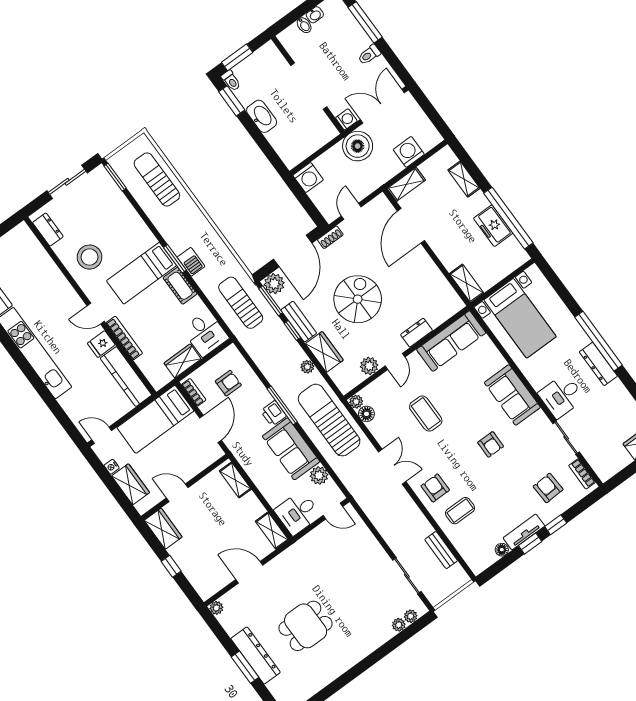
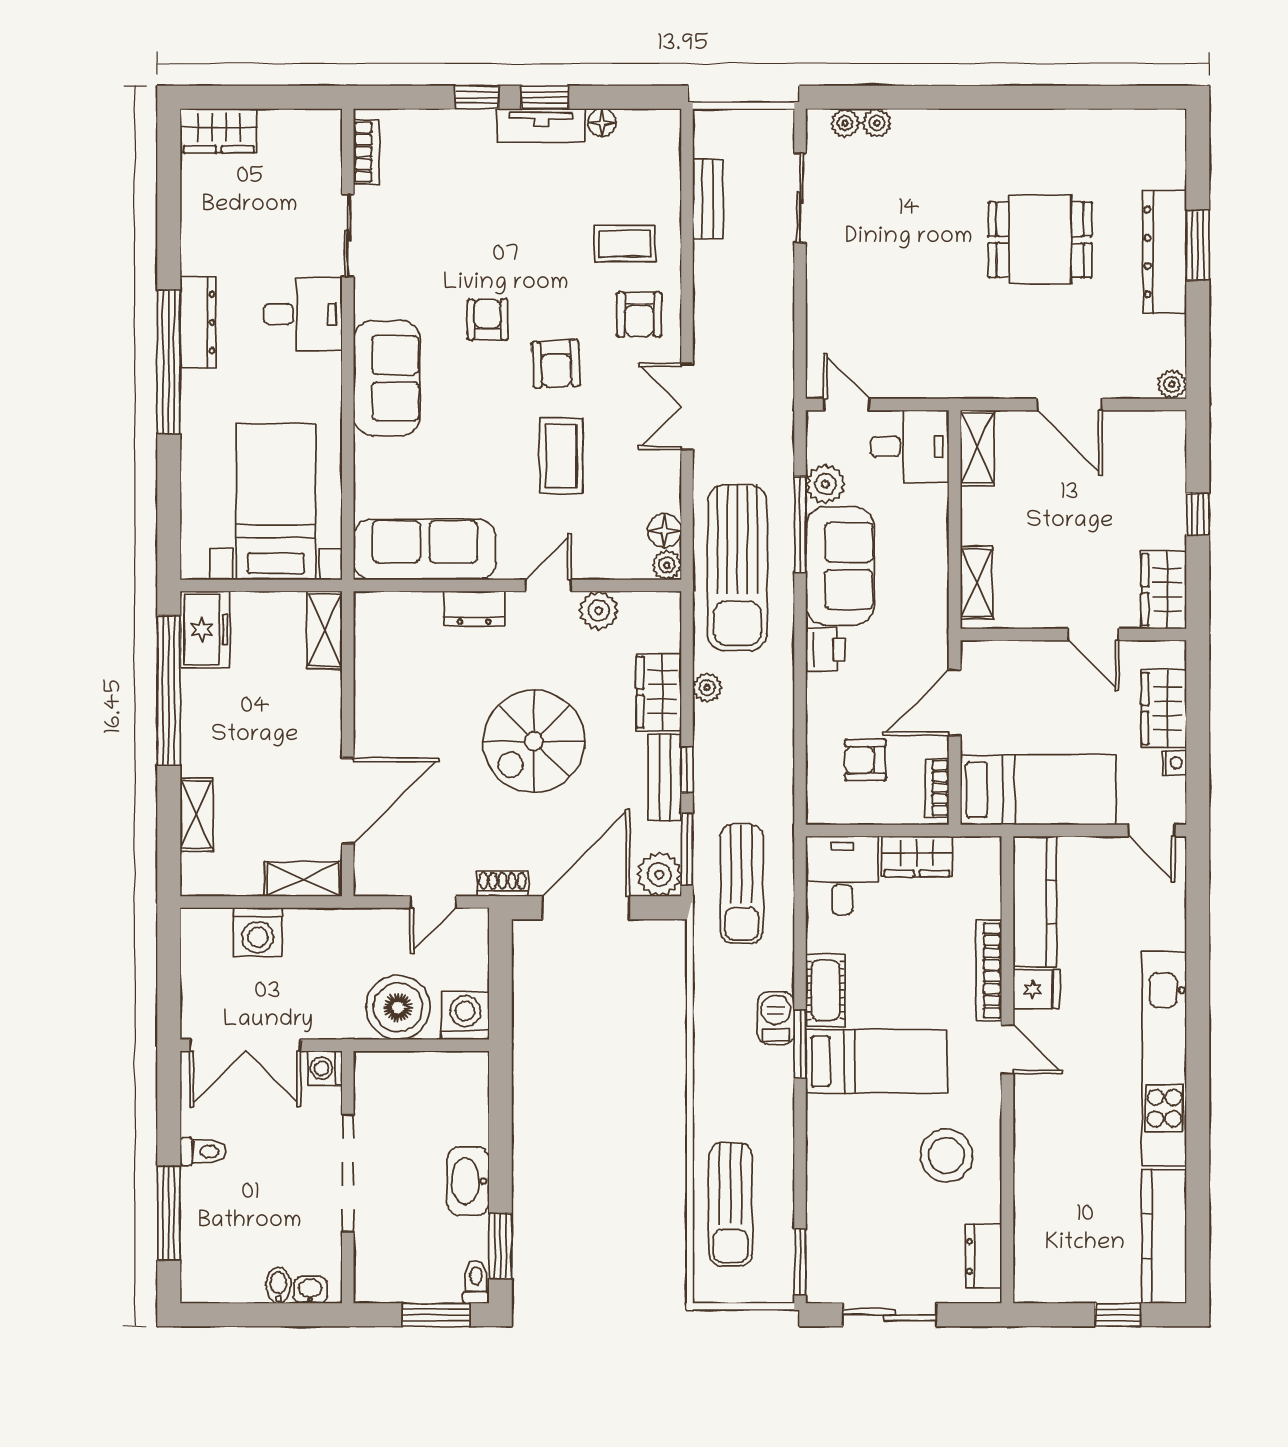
washbasin: (315, 15) -> (310, 1290), moved
boiler: (358, 146) -> (398, 1007), moved
freezer: (493, 226) -> (205, 630), moved
window: (282, 405) -> (800, 524), moved
armchair: (548, 488) -> (556, 364), moved

